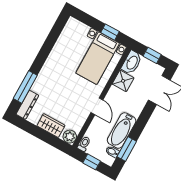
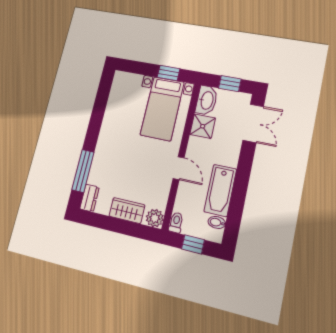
dresser: (27, 105) -> (89, 198), width x0.70
window: (127, 149) -> (235, 213), removed

